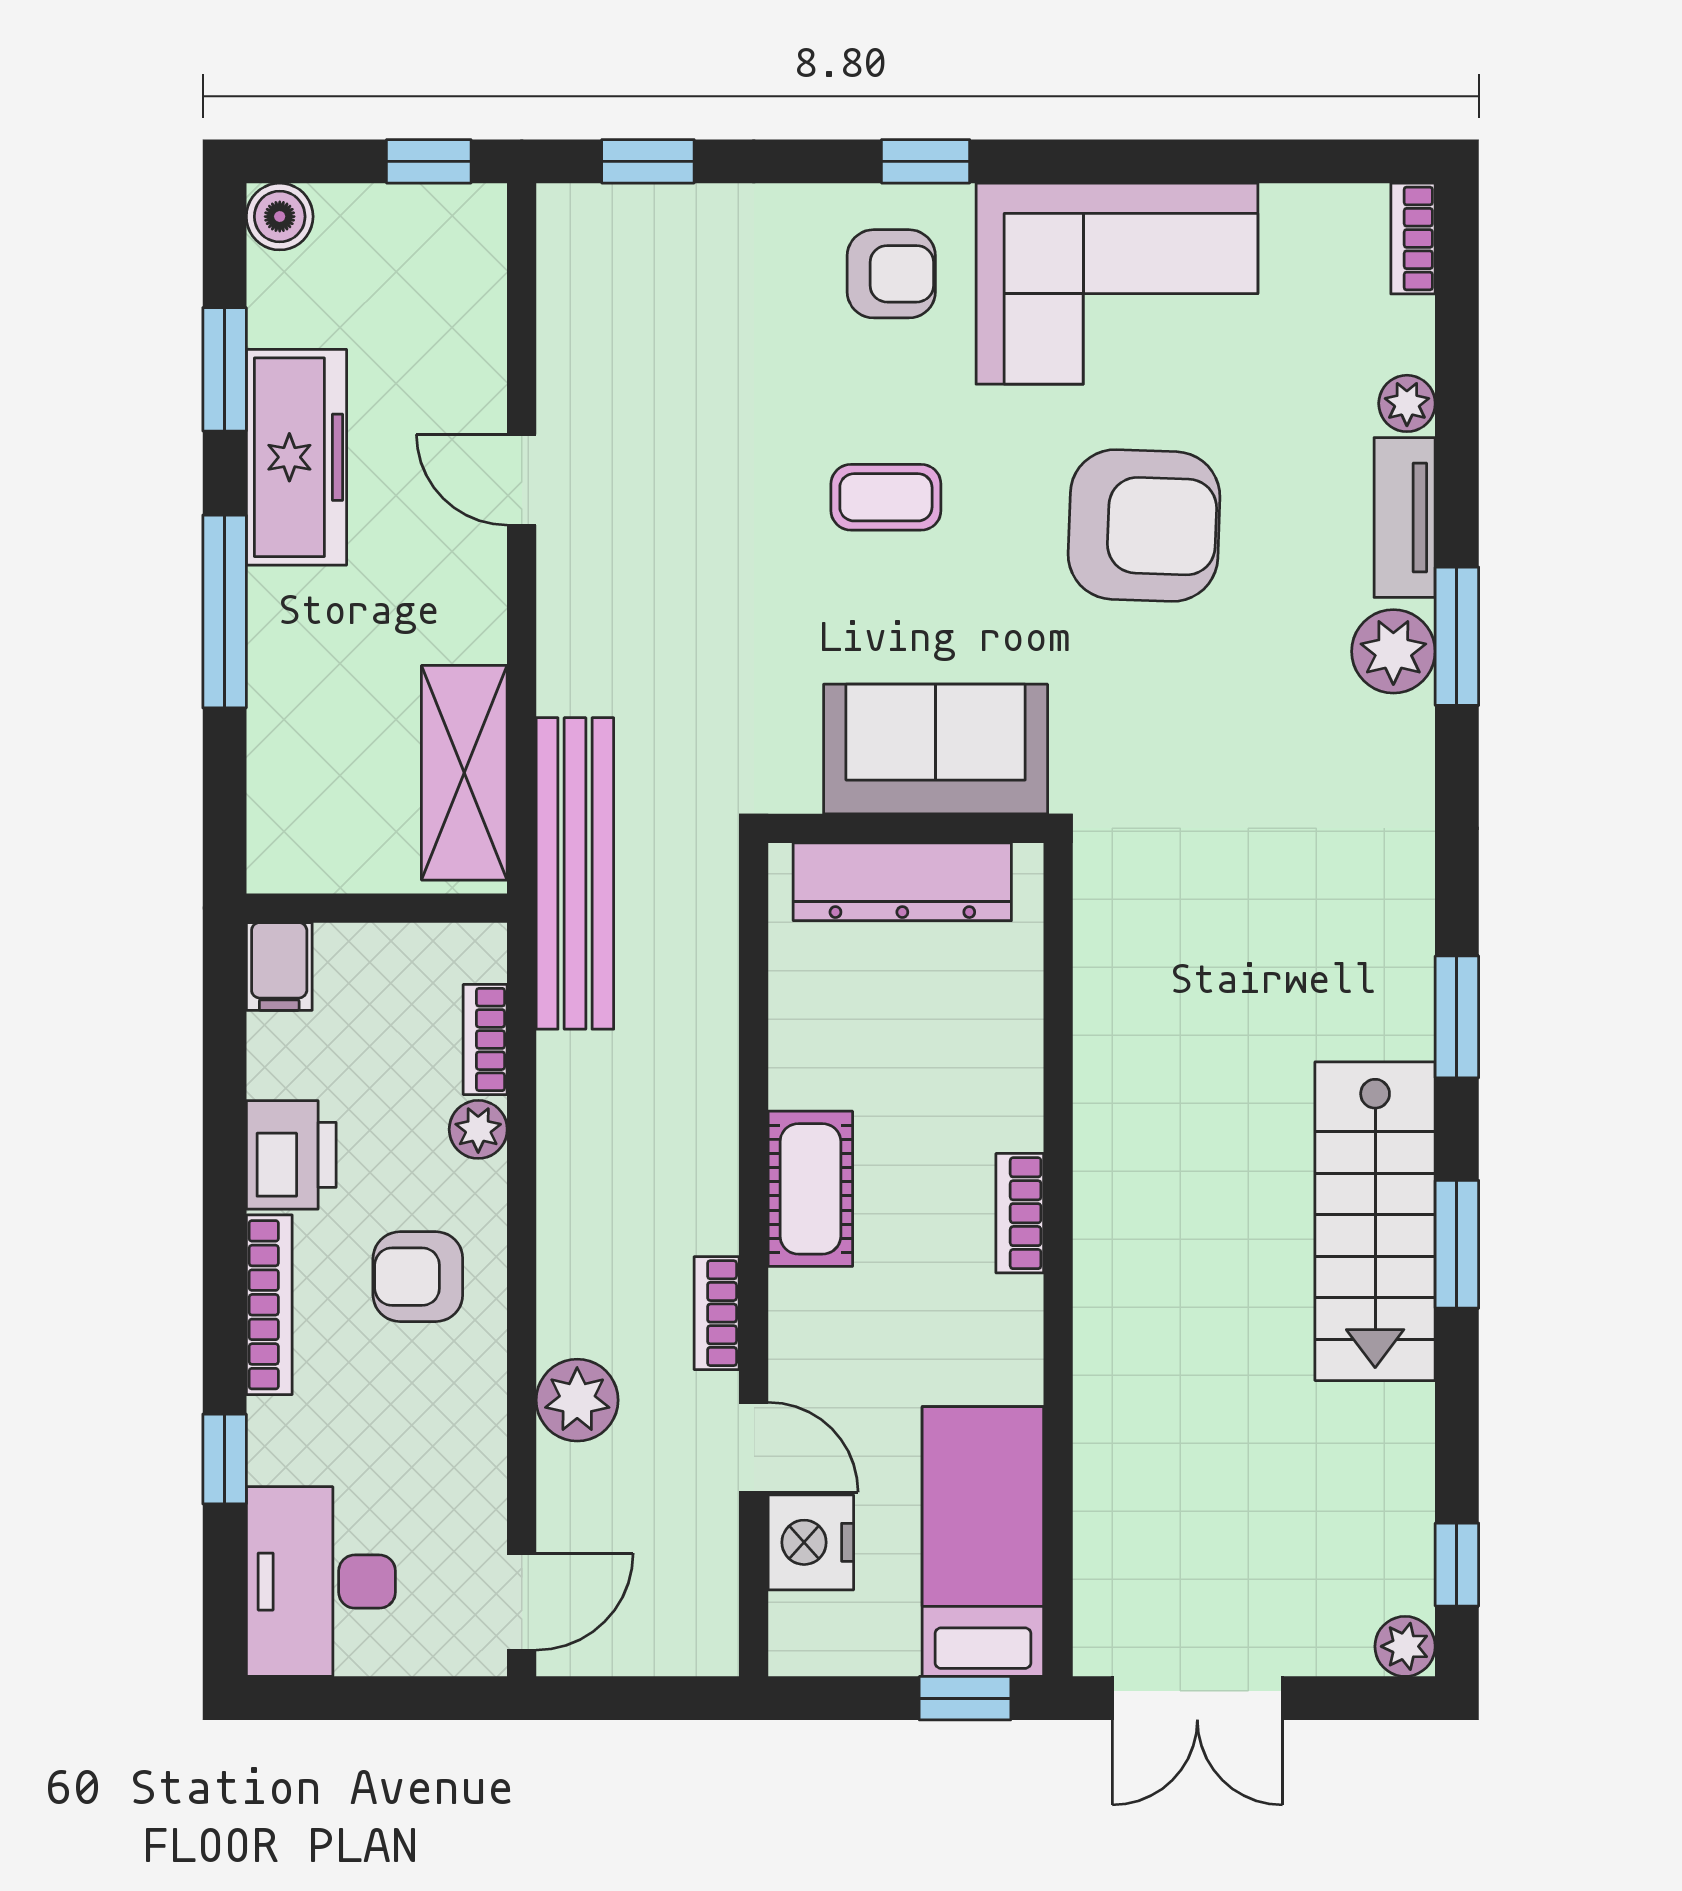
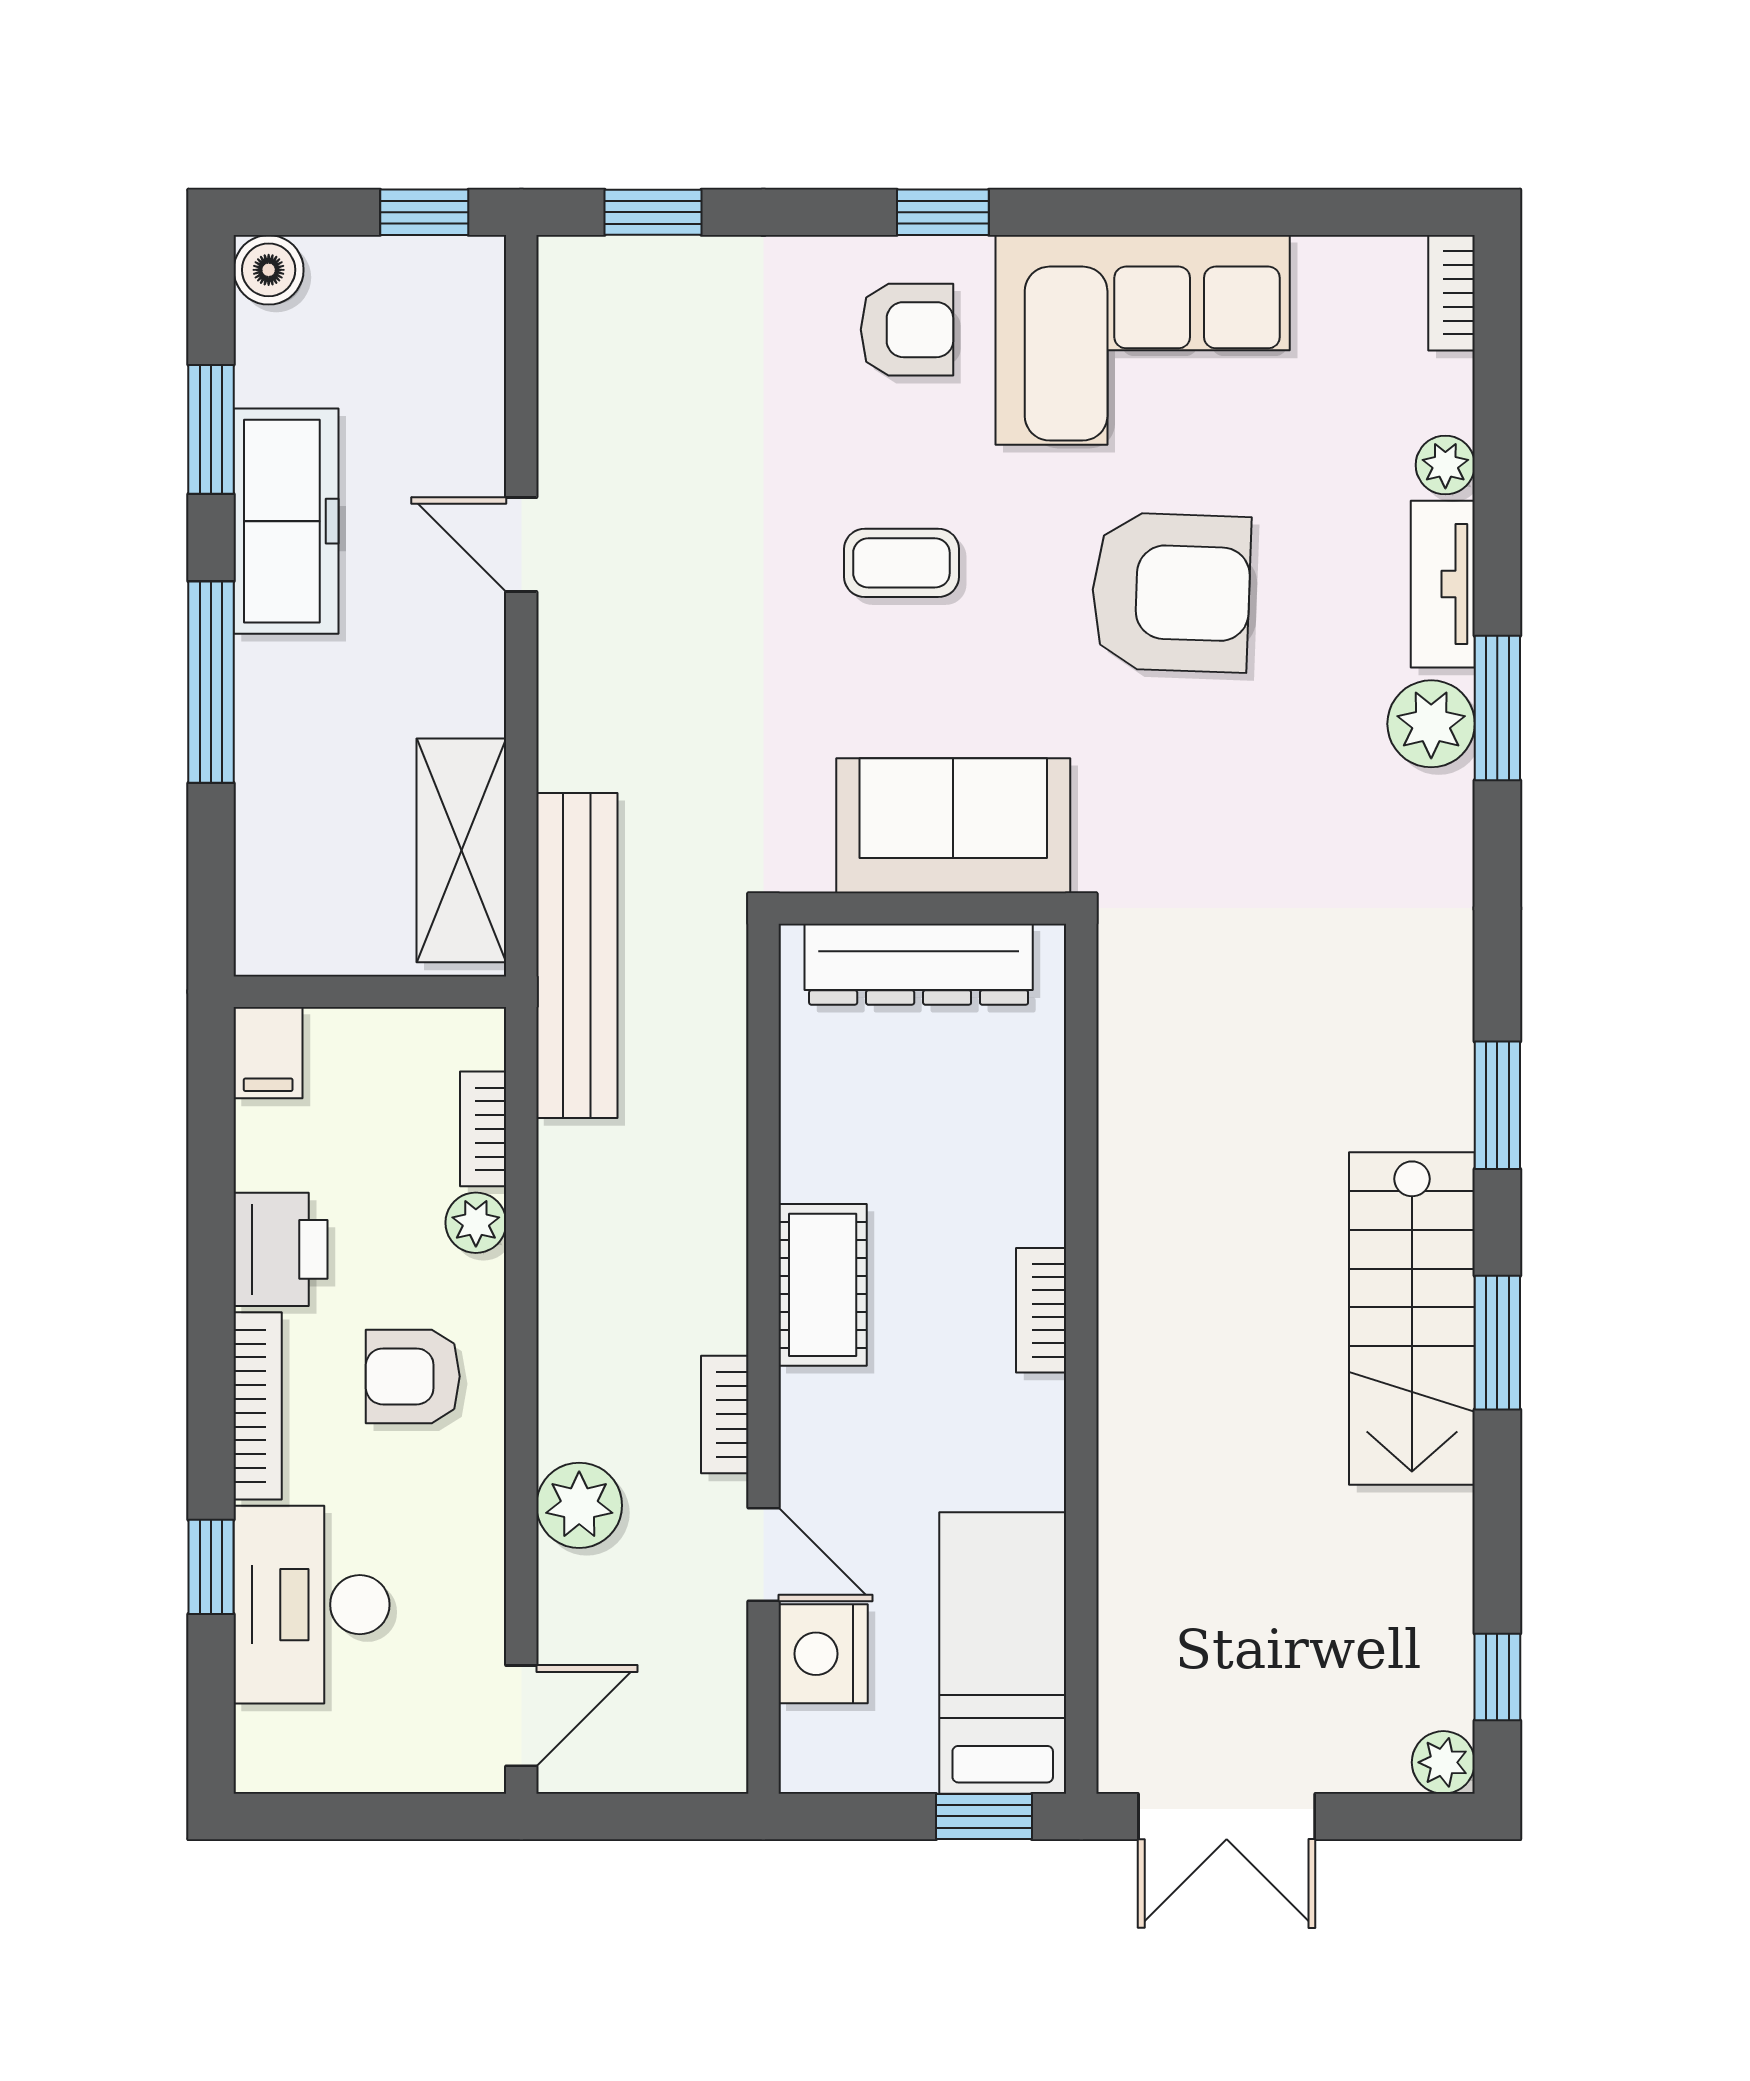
desk: (321, 1582) -> (312, 1605), moved

